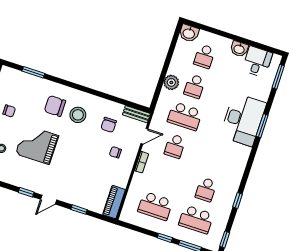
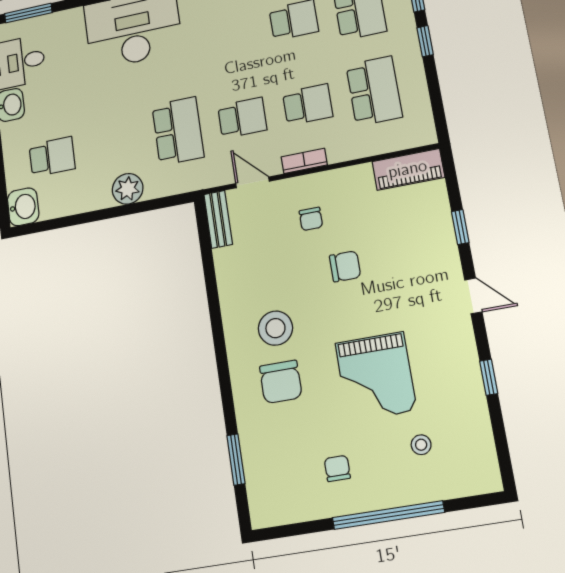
school desk: (195, 86) -> (308, 105), moved
chair: (109, 125) -> (345, 266), moved
window: (26, 192) -> (489, 377), moved

